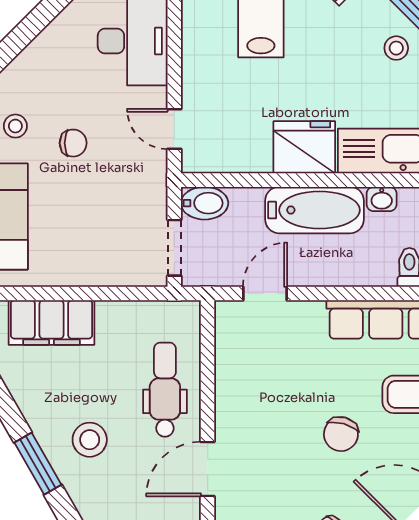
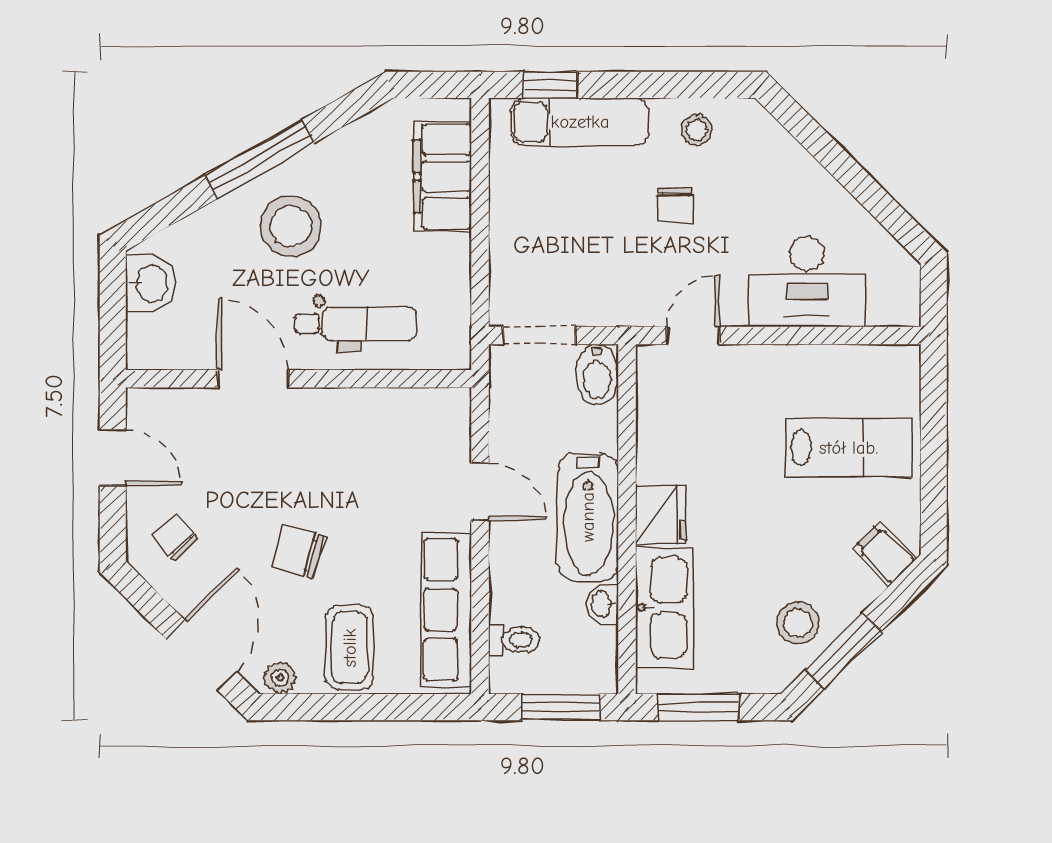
stool: (396, 48) -> (798, 623), width x1.37, depth x1.37
fridge: (304, 147) -> (661, 515), width x0.73, depth x0.75
door: (265, 294) -> (480, 492), moved
stool: (90, 440) -> (291, 226), width x1.38, depth x1.38
window: (38, 464) -> (260, 159), width x1.44

